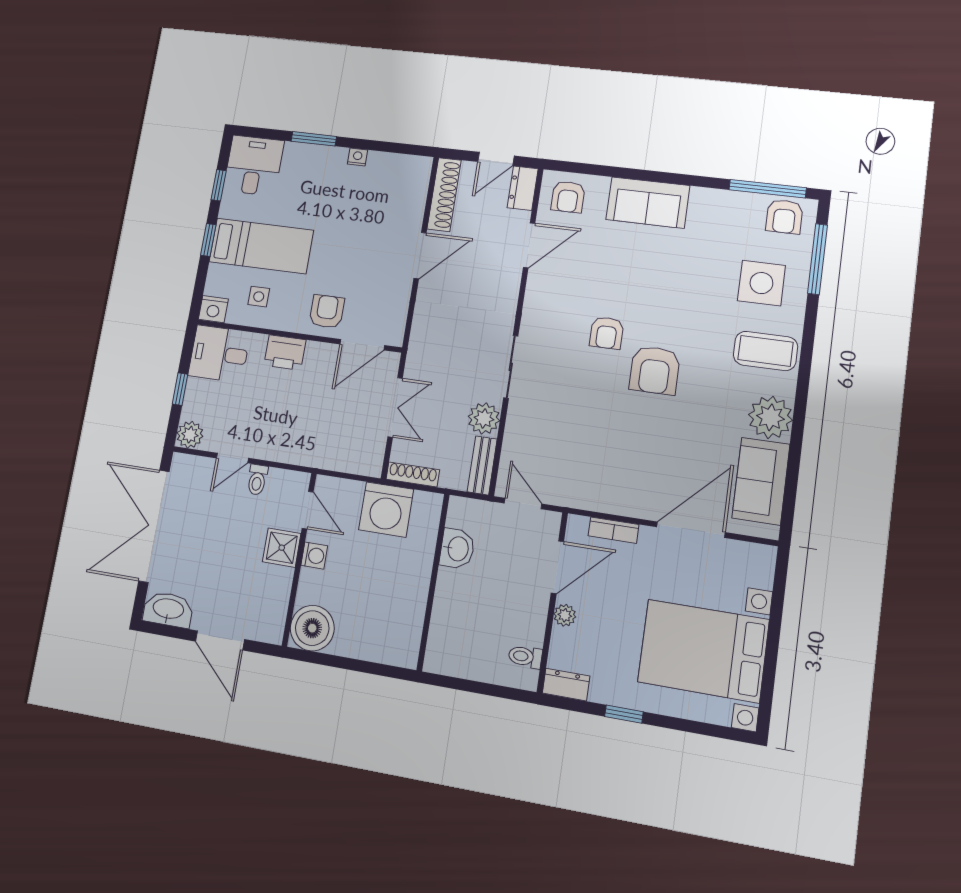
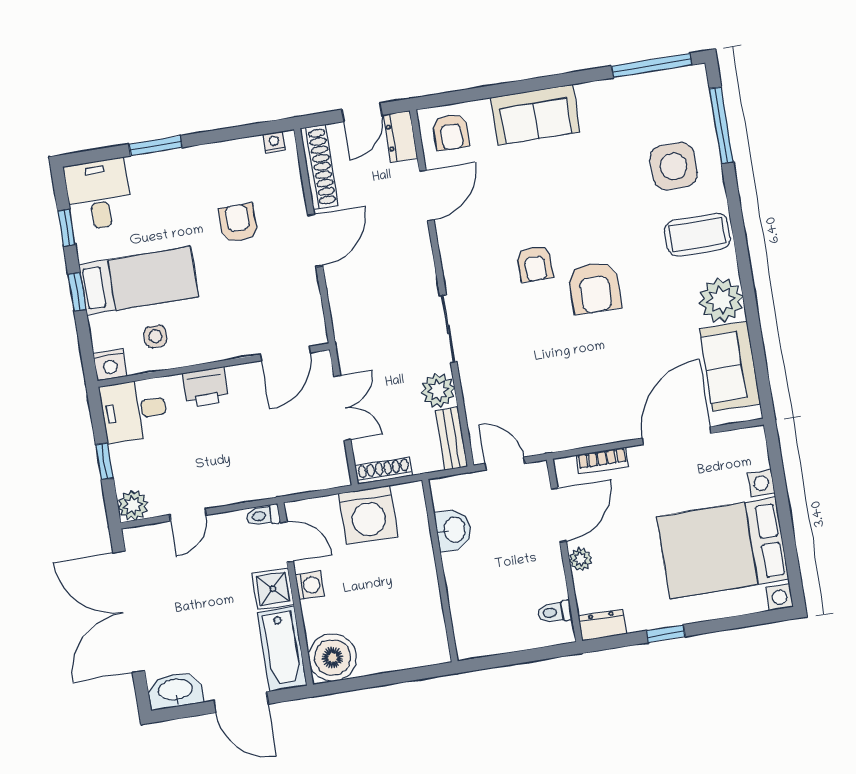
nightstand: (357, 157) -> (274, 142), moved
armchair: (784, 217) -> (676, 90), removed
armchair: (327, 311) -> (238, 223), moved
toilet: (257, 480) -> (263, 516), moved, turned 90
bathtub: (271, 605) -> (282, 649), added

